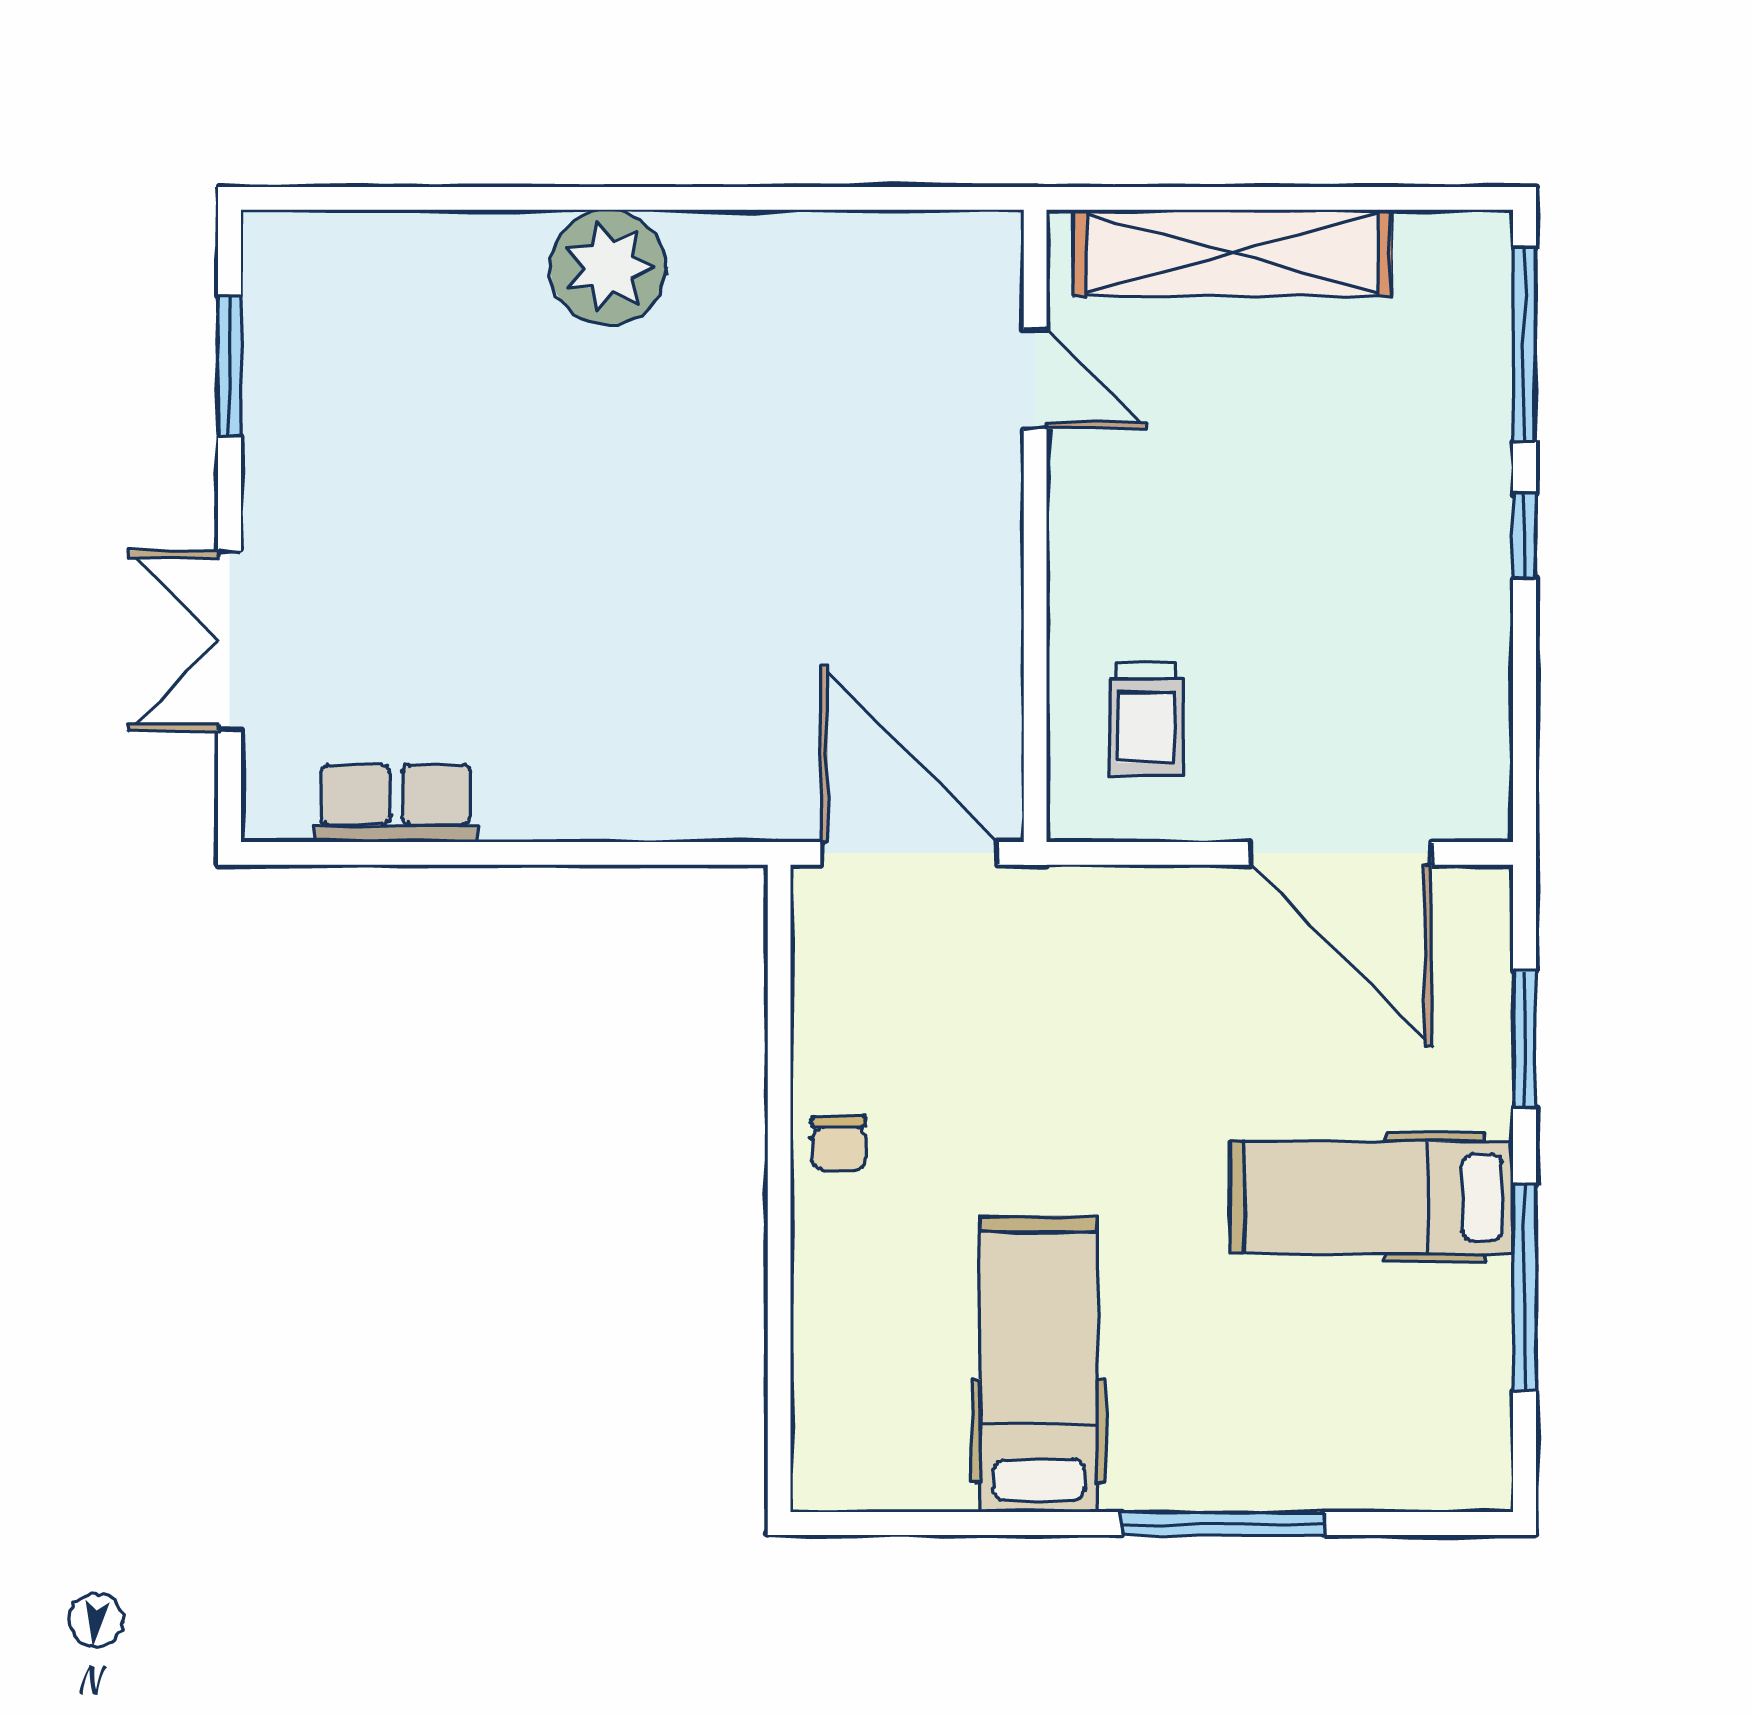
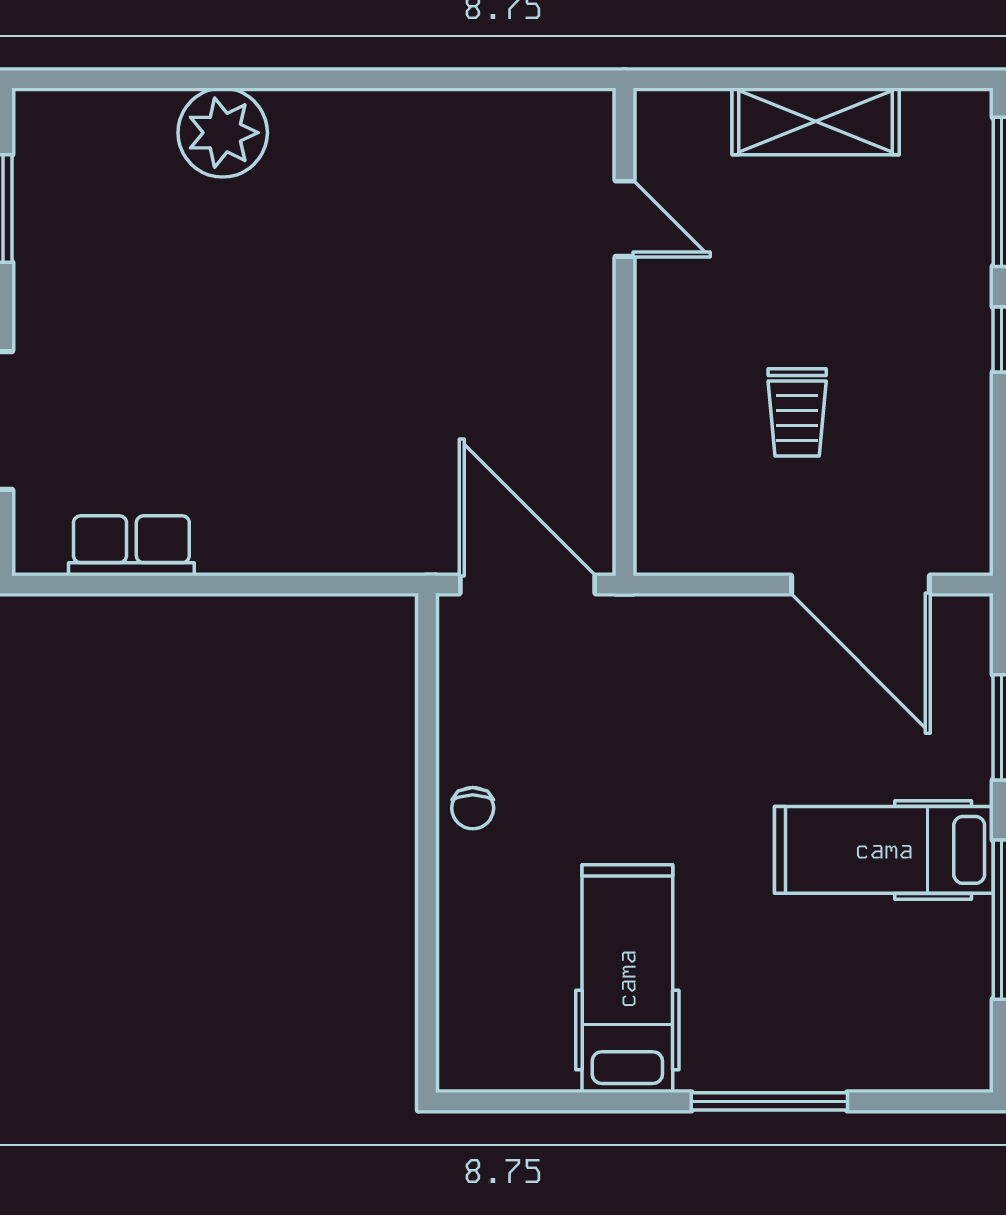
shelving: (1232, 253) -> (816, 121), width x0.68
plant: (608, 268) -> (223, 133), moved
trolley: (1146, 720) -> (797, 412), moved

